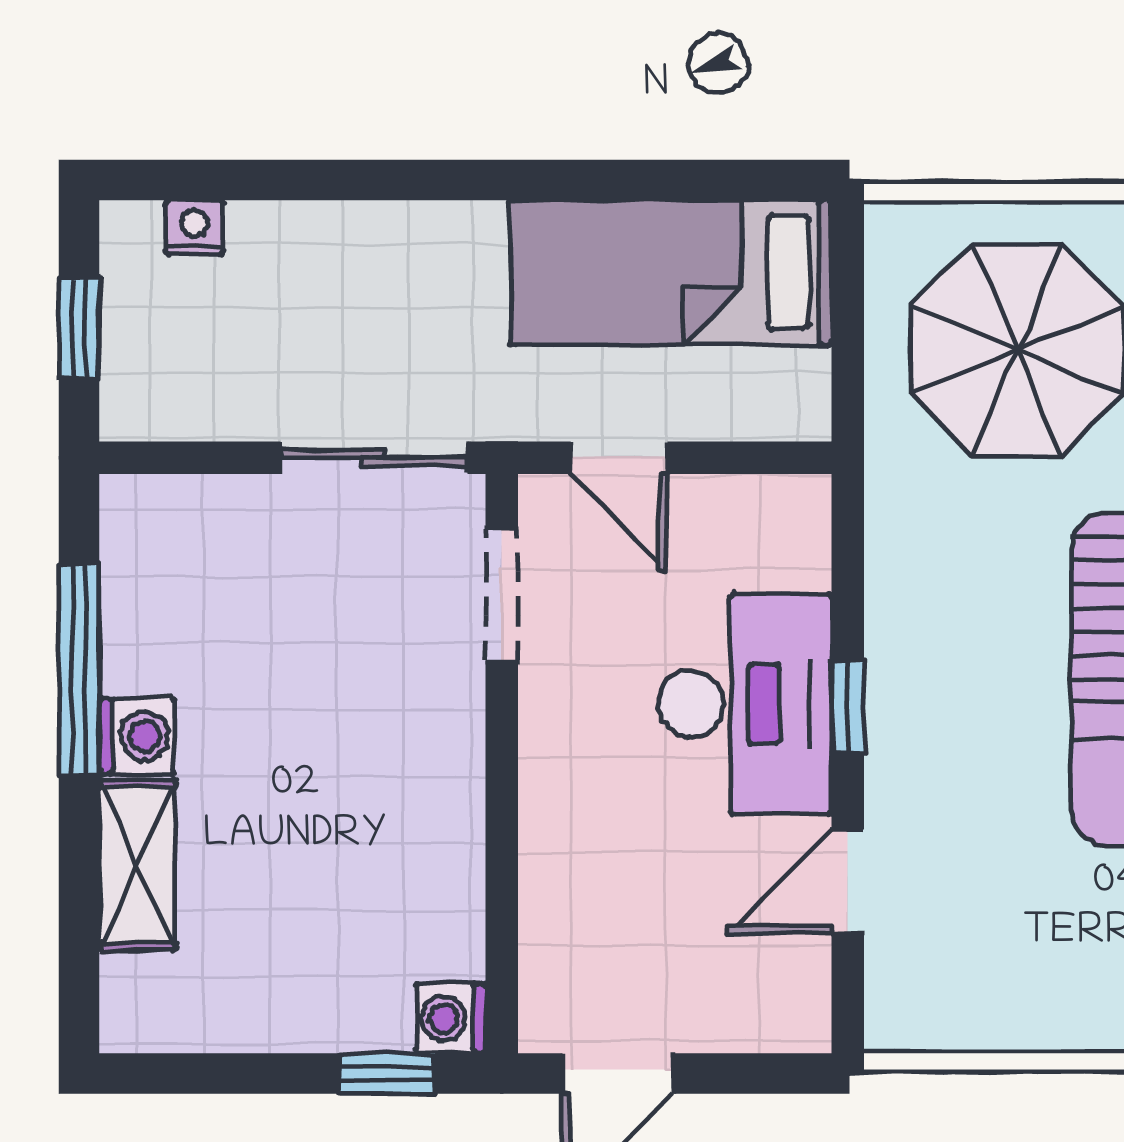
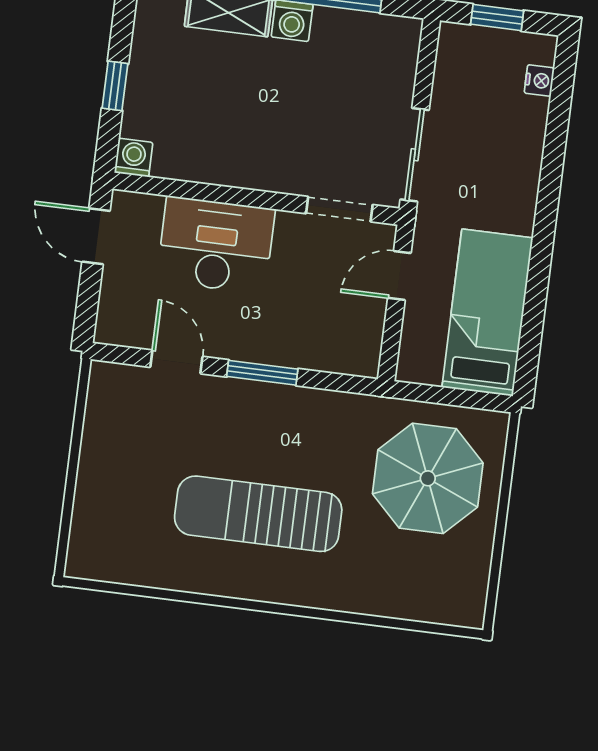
desk: (745, 704) -> (216, 245), moved, turned 180
window: (848, 707) -> (262, 373), width x1.50
window: (387, 1073) -> (115, 86), moved

